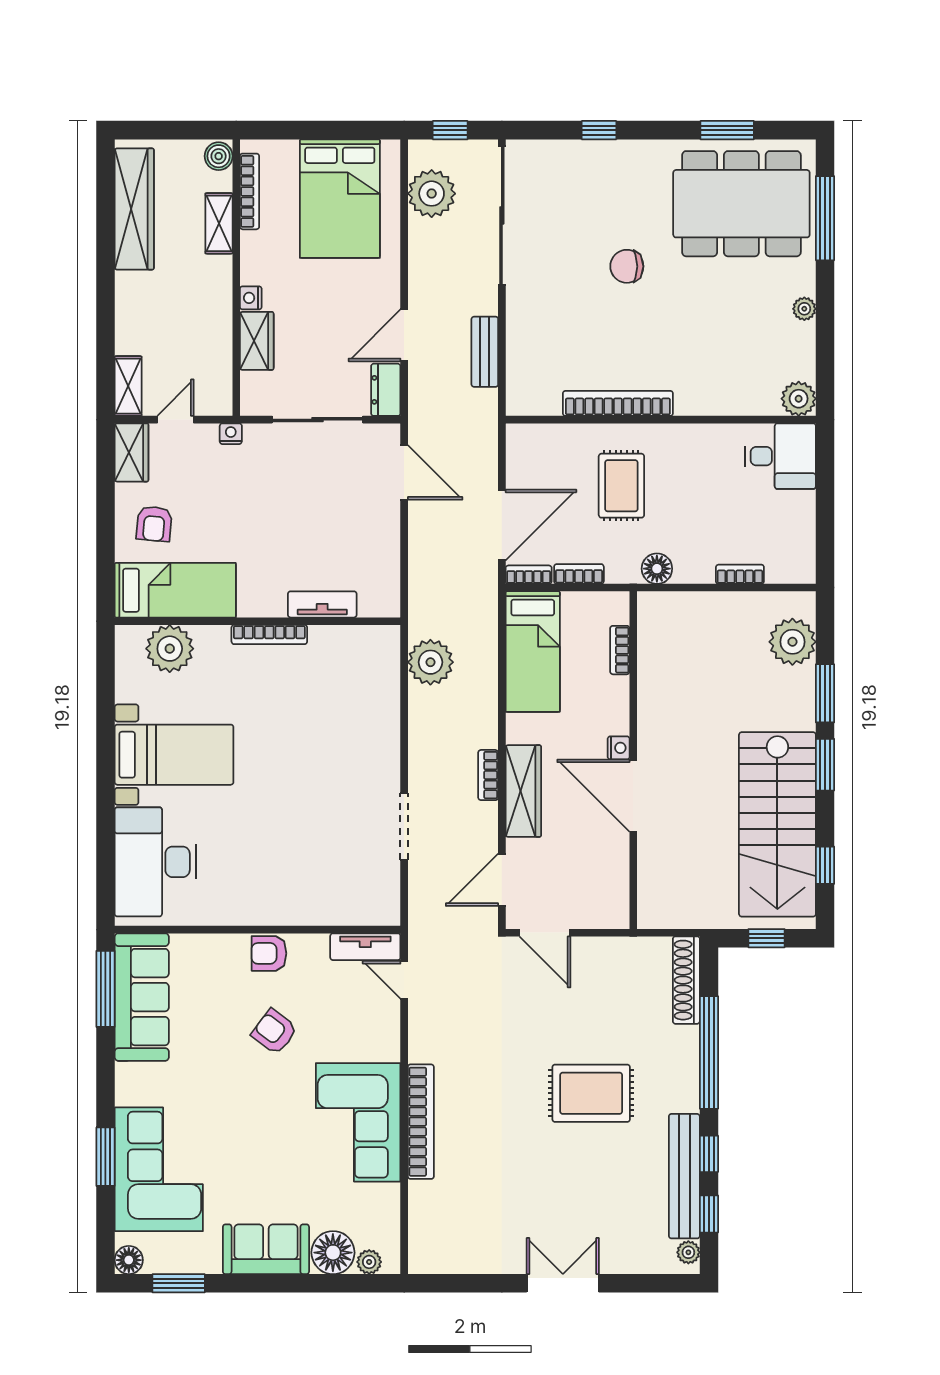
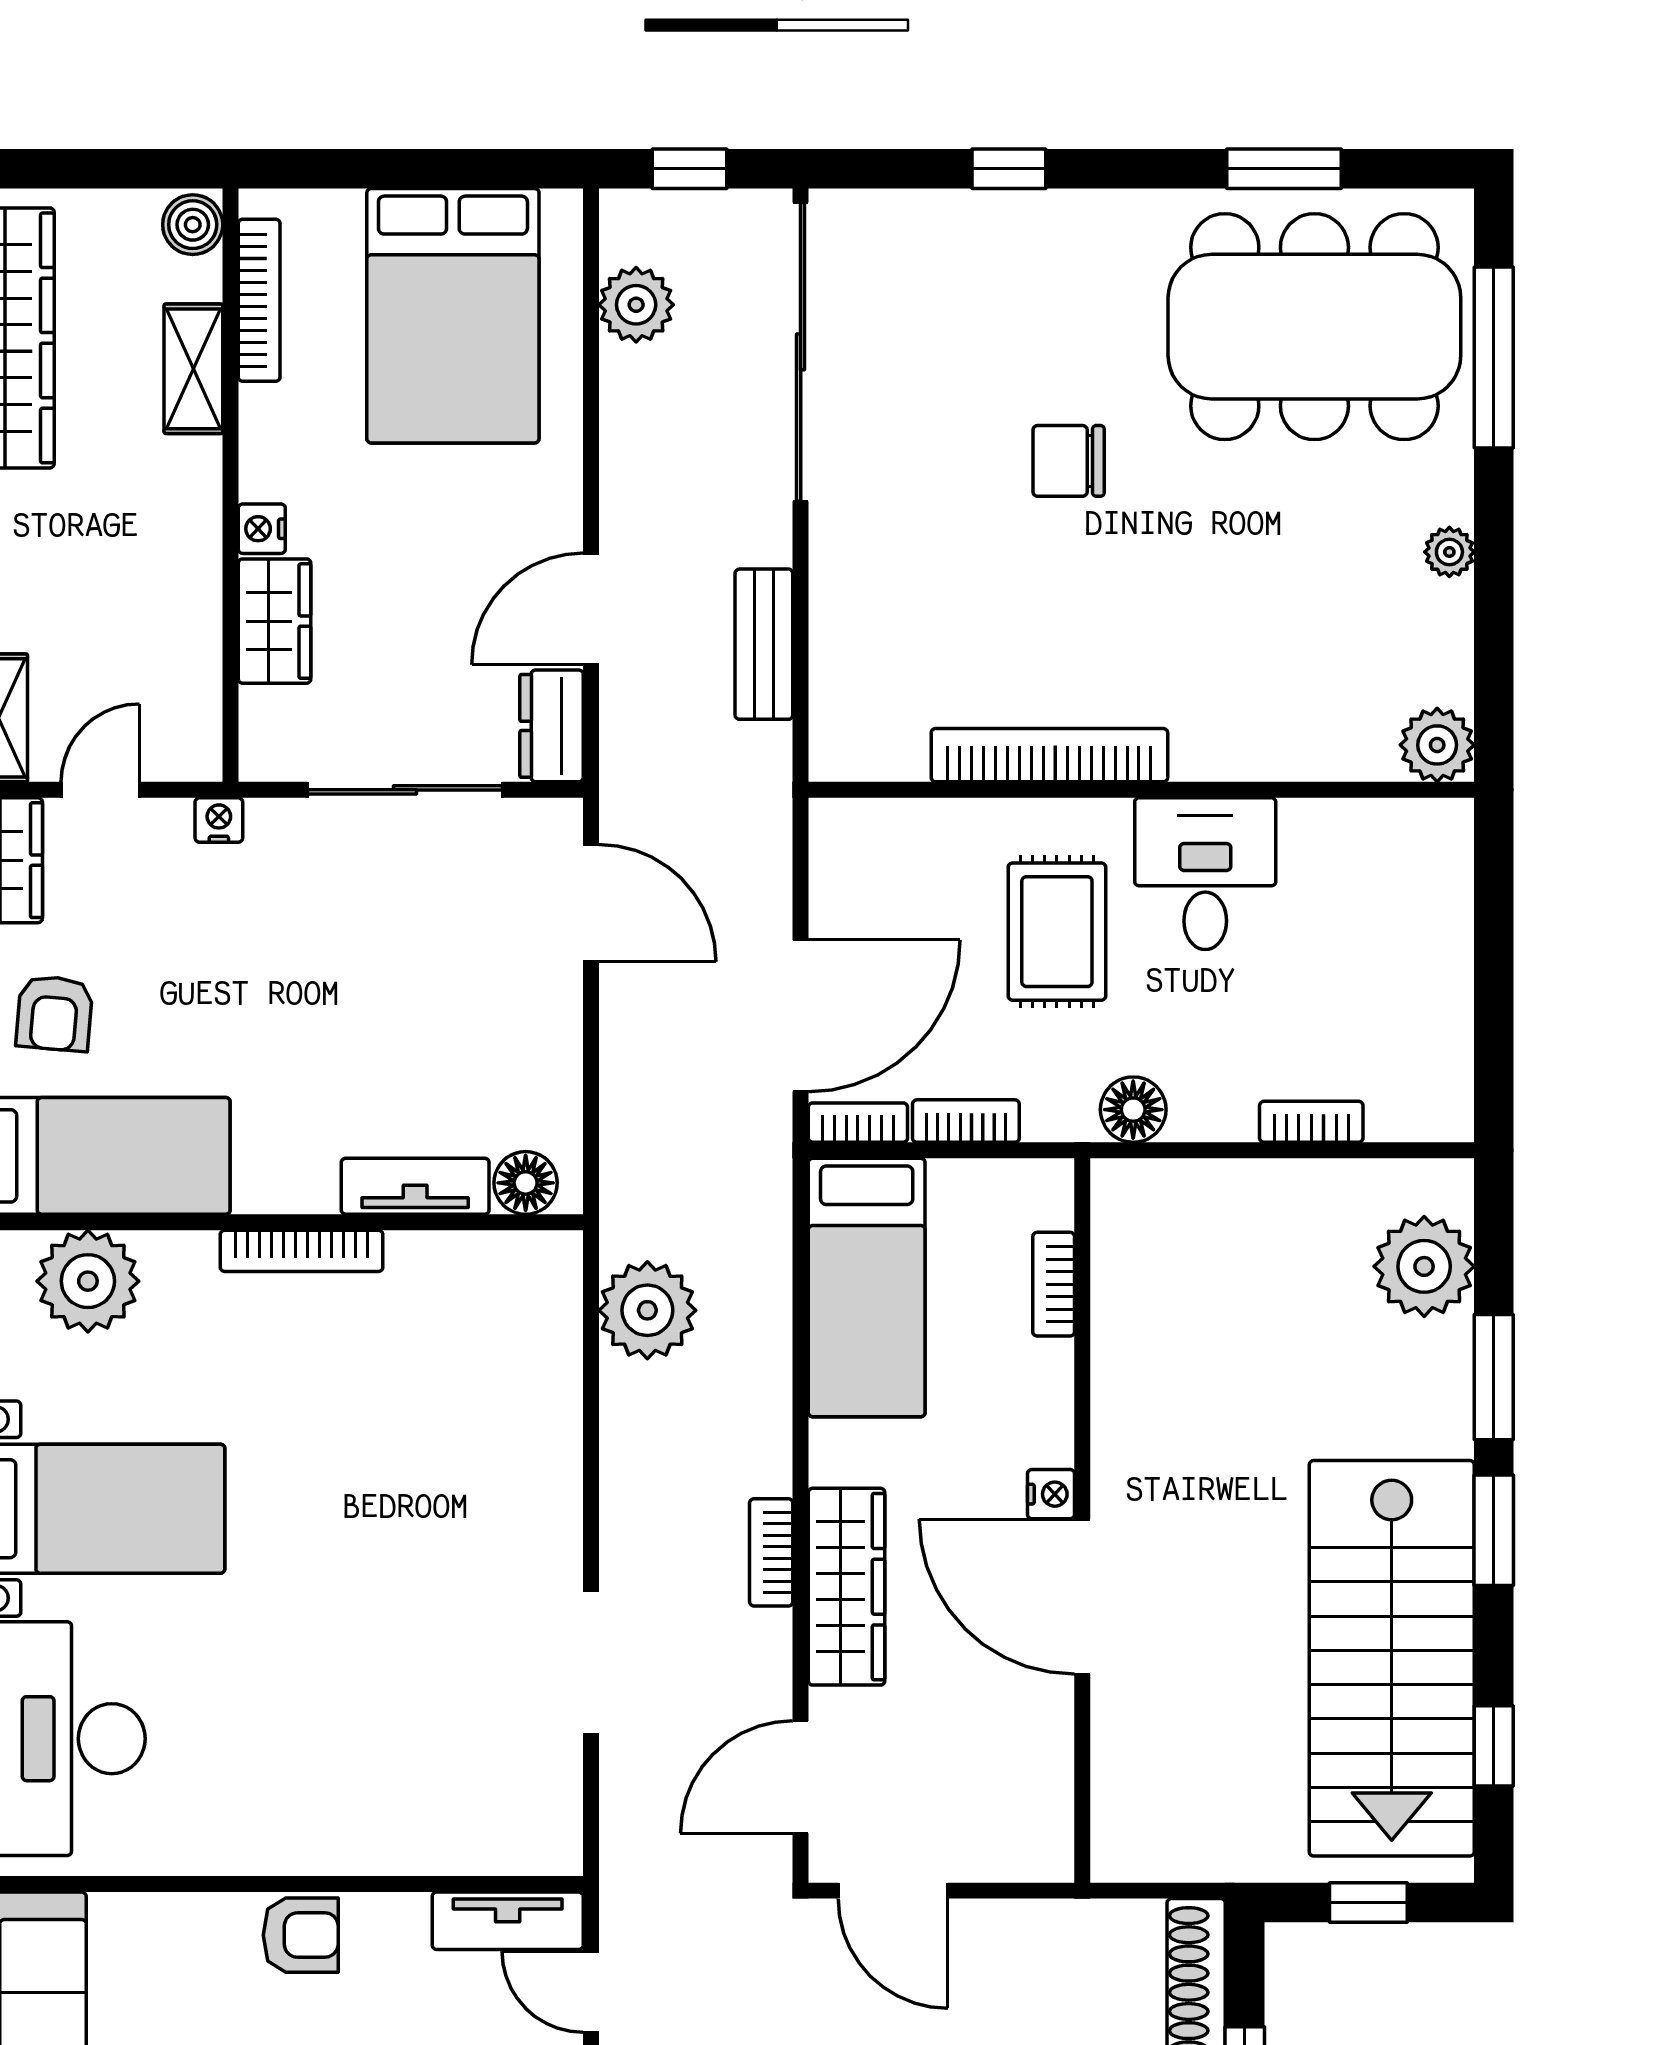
plant: (432, 194) -> (636, 305), width x0.73, depth x0.73
desk: (780, 456) -> (1205, 874), moved, turned -90
floor lamp: (374, 603) -> (526, 1183), added
armchair: (269, 953) -> (301, 1935), turned 180

